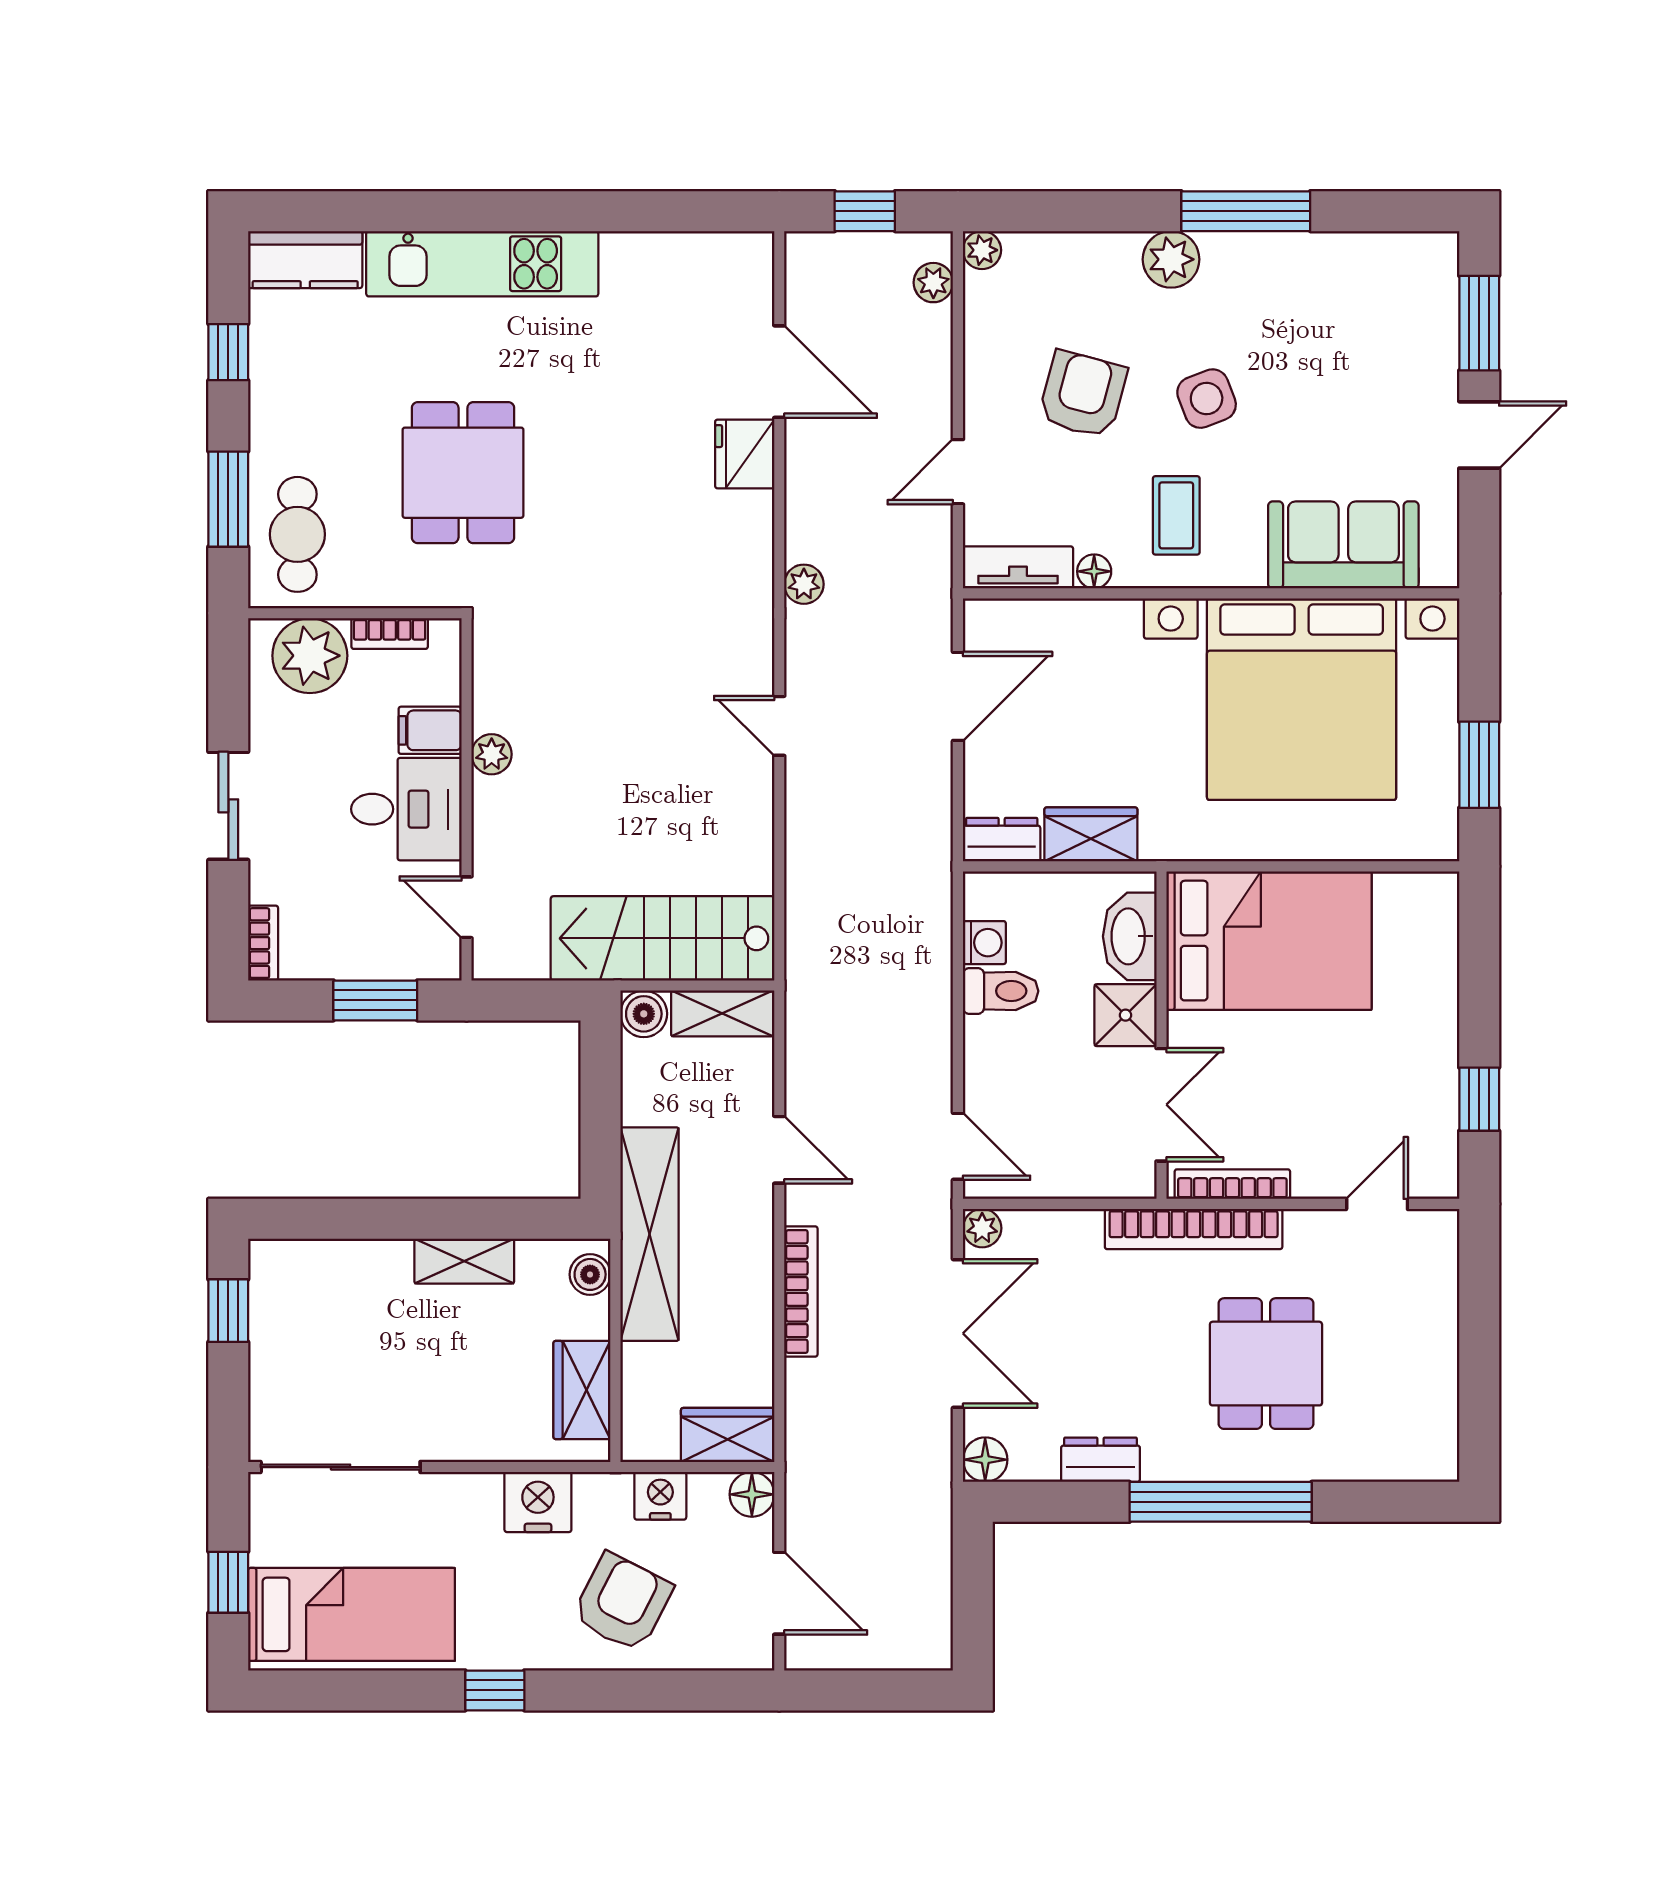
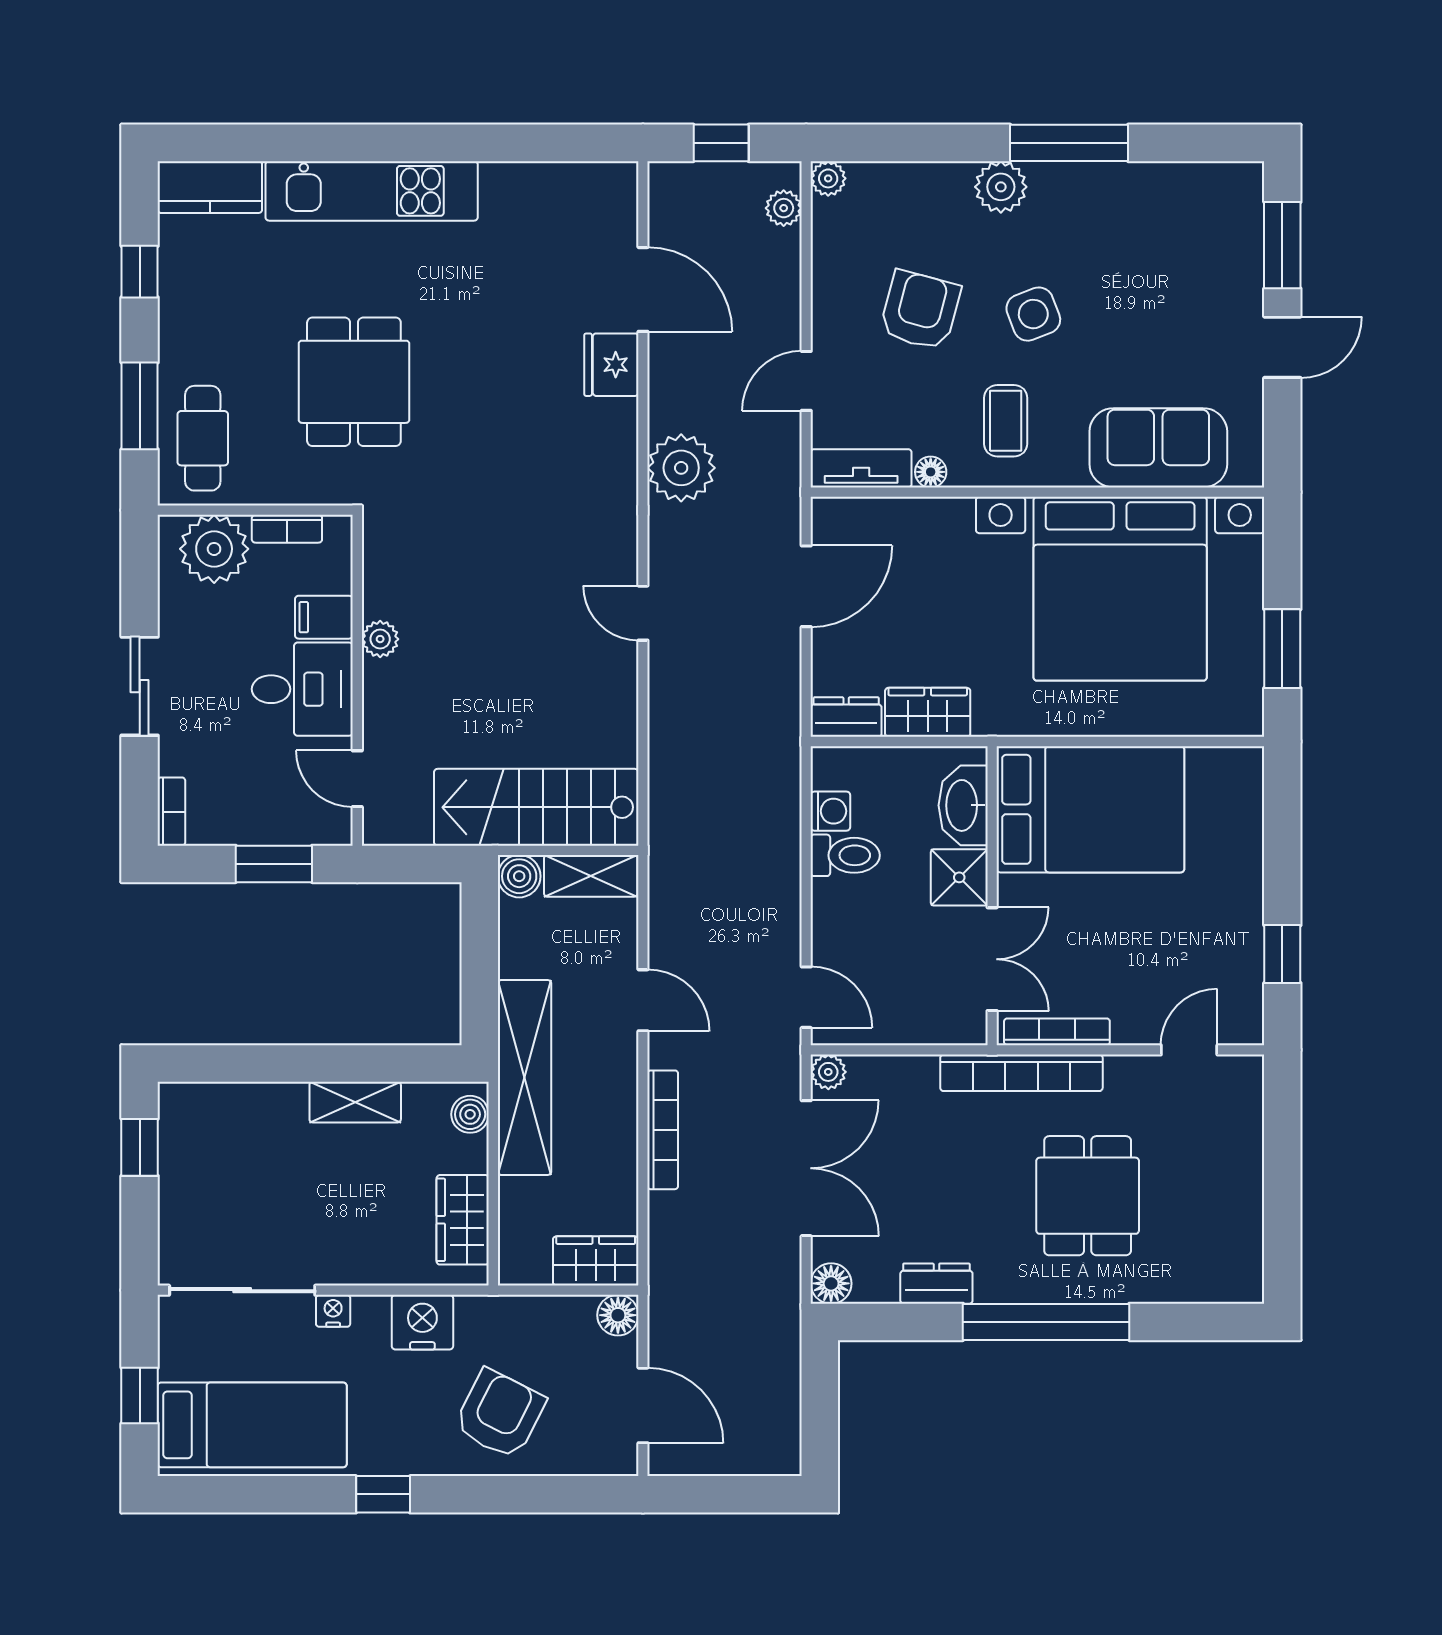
plant: (804, 584) -> (681, 468), width x1.88, depth x1.88
nightstand: (660, 1496) -> (333, 1311), moved, width x0.72, depth x0.74

